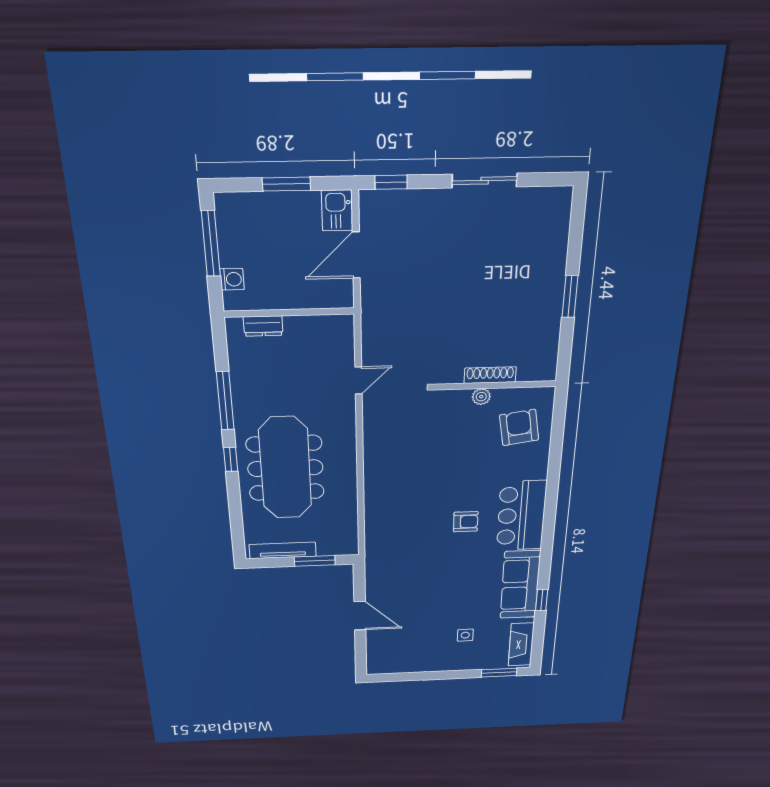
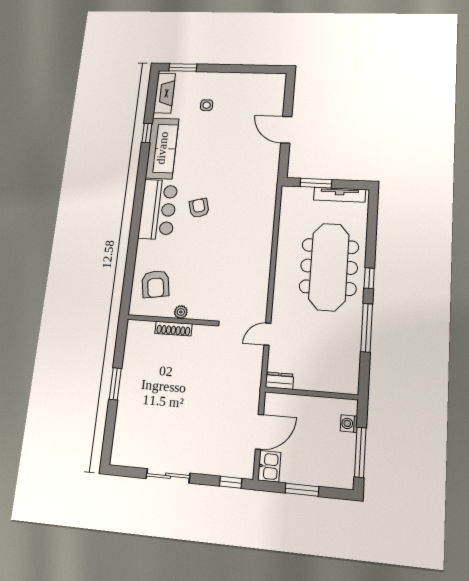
dresser: (263, 326) -> (279, 381), moved
armchair: (466, 522) -> (199, 208), turned 75

